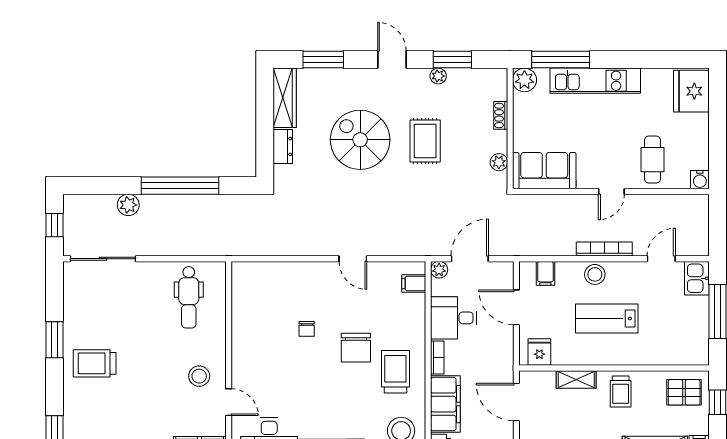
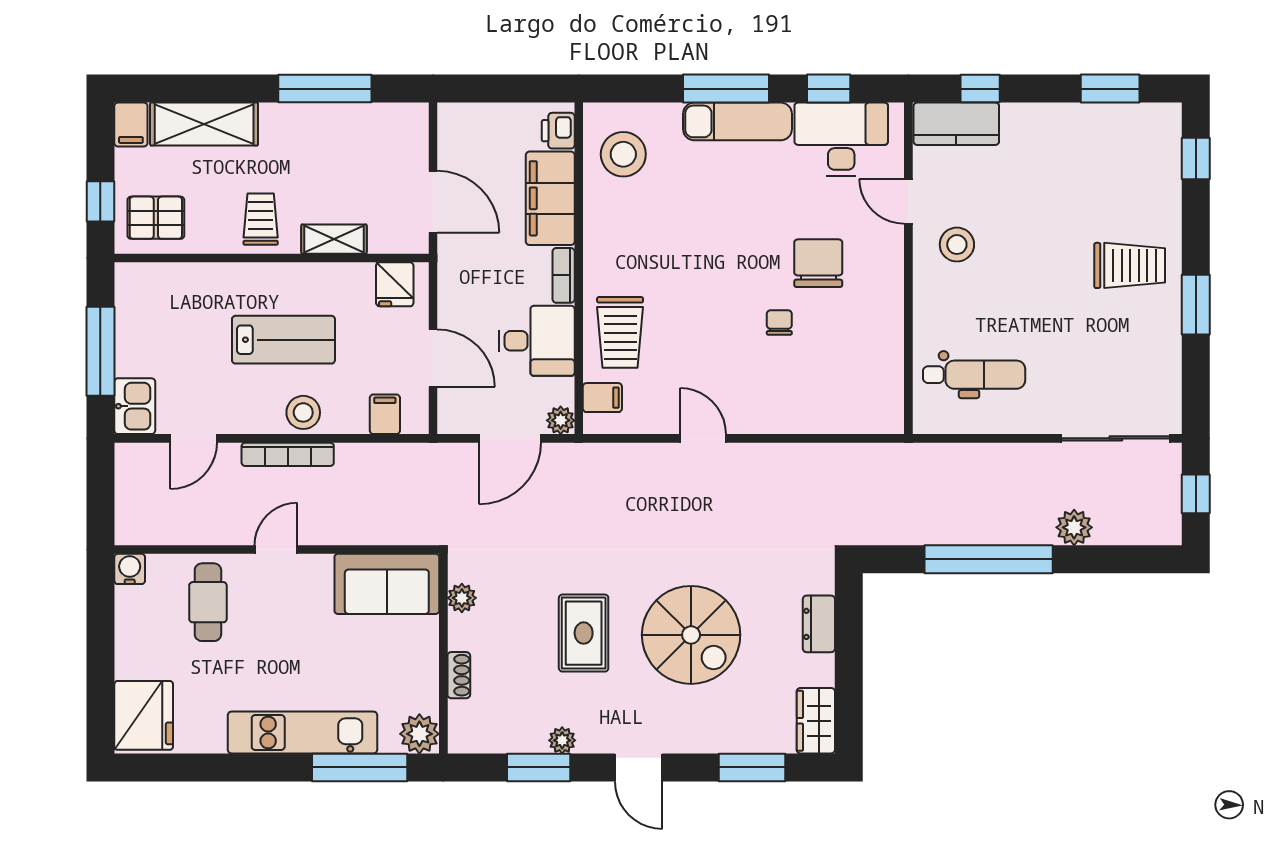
wardrobe: (285, 98) -> (816, 721), width x0.67
dental chair: (189, 297) -> (974, 375), turned 90
chair: (356, 348) -> (818, 263), moved
trolley: (395, 372) -> (620, 332), moved

